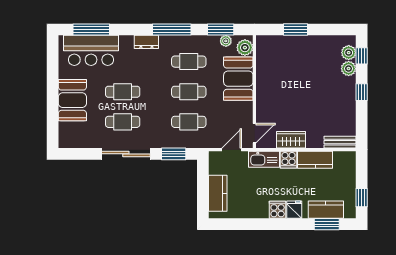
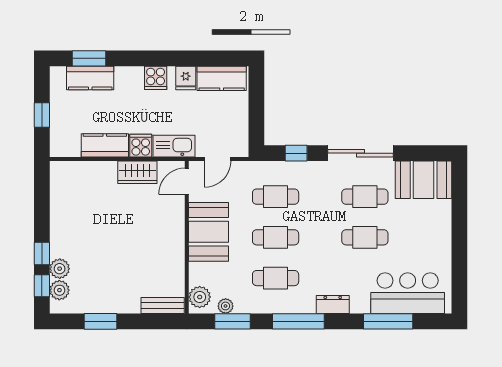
window: (91, 29) -> (388, 321), moved
window: (296, 29) -> (101, 321), moved
booth: (238, 79) -> (209, 232), moved
window: (362, 92) -> (42, 254), moved
booth: (72, 100) -> (424, 180), moved, turned 90
bench: (340, 142) -> (163, 305), moved
window: (174, 154) -> (296, 153), width x0.67
kitchen counter: (218, 193) -> (222, 78), moved, turned -90
window: (362, 198) -> (42, 115), moved
fridge: (294, 210) -> (186, 78), moved

